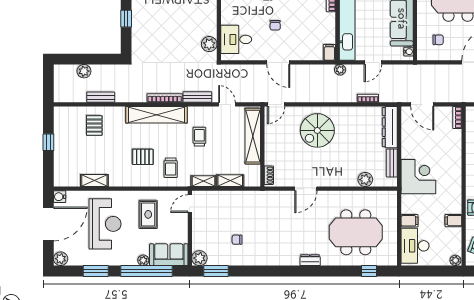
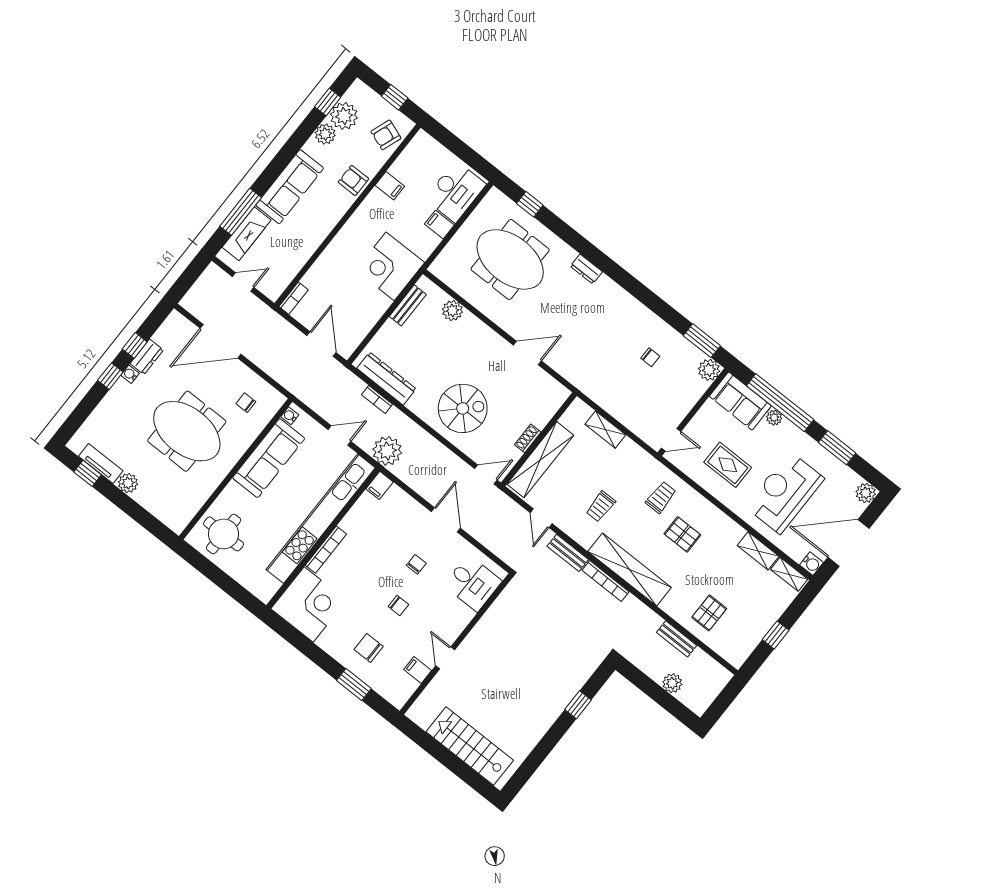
plant: (209, 44) -> (507, 602), removed
plant: (340, 70) -> (387, 451), width x1.87, depth x1.87
dresser: (390, 127) -> (387, 379), moved, turned -90
shoe rack: (269, 175) -> (528, 438), moved
shelving: (203, 181) -> (789, 574), moved
rug: (148, 214) -> (728, 465), turned 90
plant: (455, 260) -> (423, 139), removed

